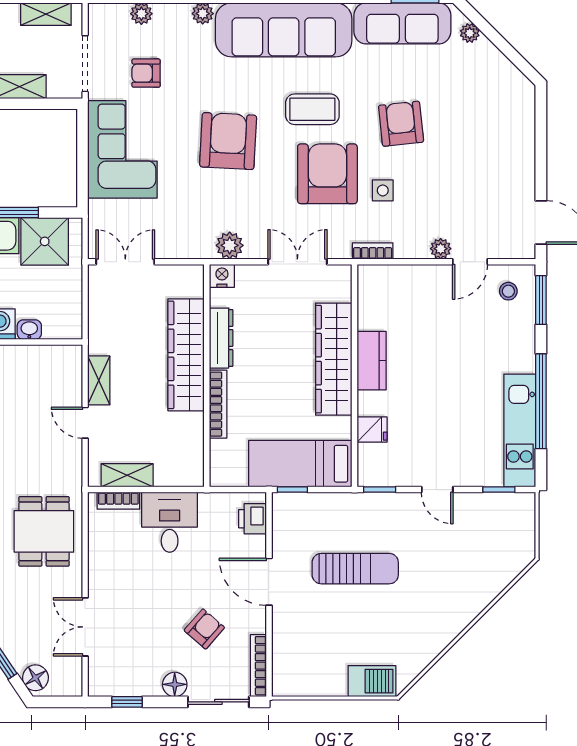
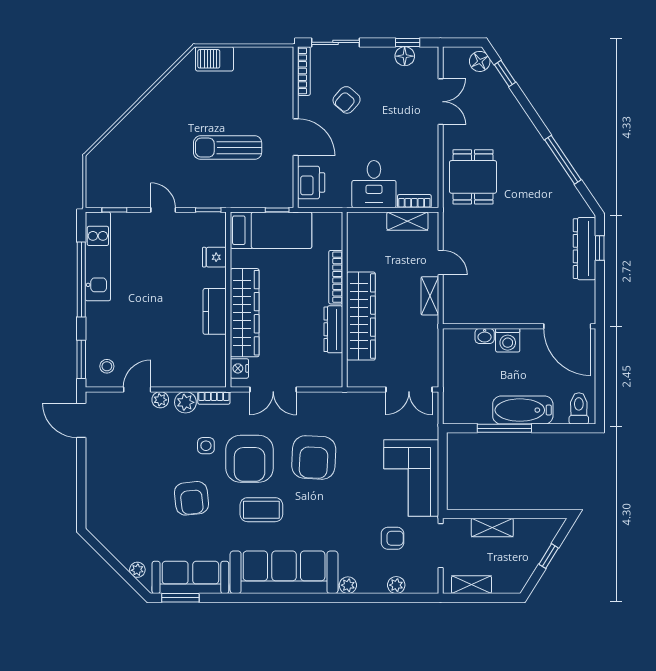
armchair: (228, 141) -> (314, 457), moved
shower: (45, 241) -> (472, 406), removed
plant: (230, 245) -> (185, 402), moved
nightstand: (222, 276) -> (239, 368), moved, turned 90
printer: (253, 519) -> (311, 182), width x1.36, depth x1.24
floor lamp: (175, 684) -> (405, 56), moved

